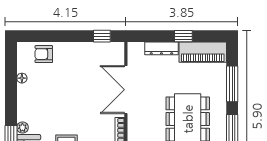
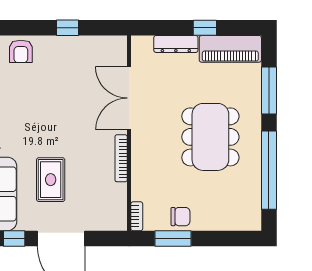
window: (102, 36) -> (68, 28), moved
armchair: (44, 54) -> (21, 51), turned -90

